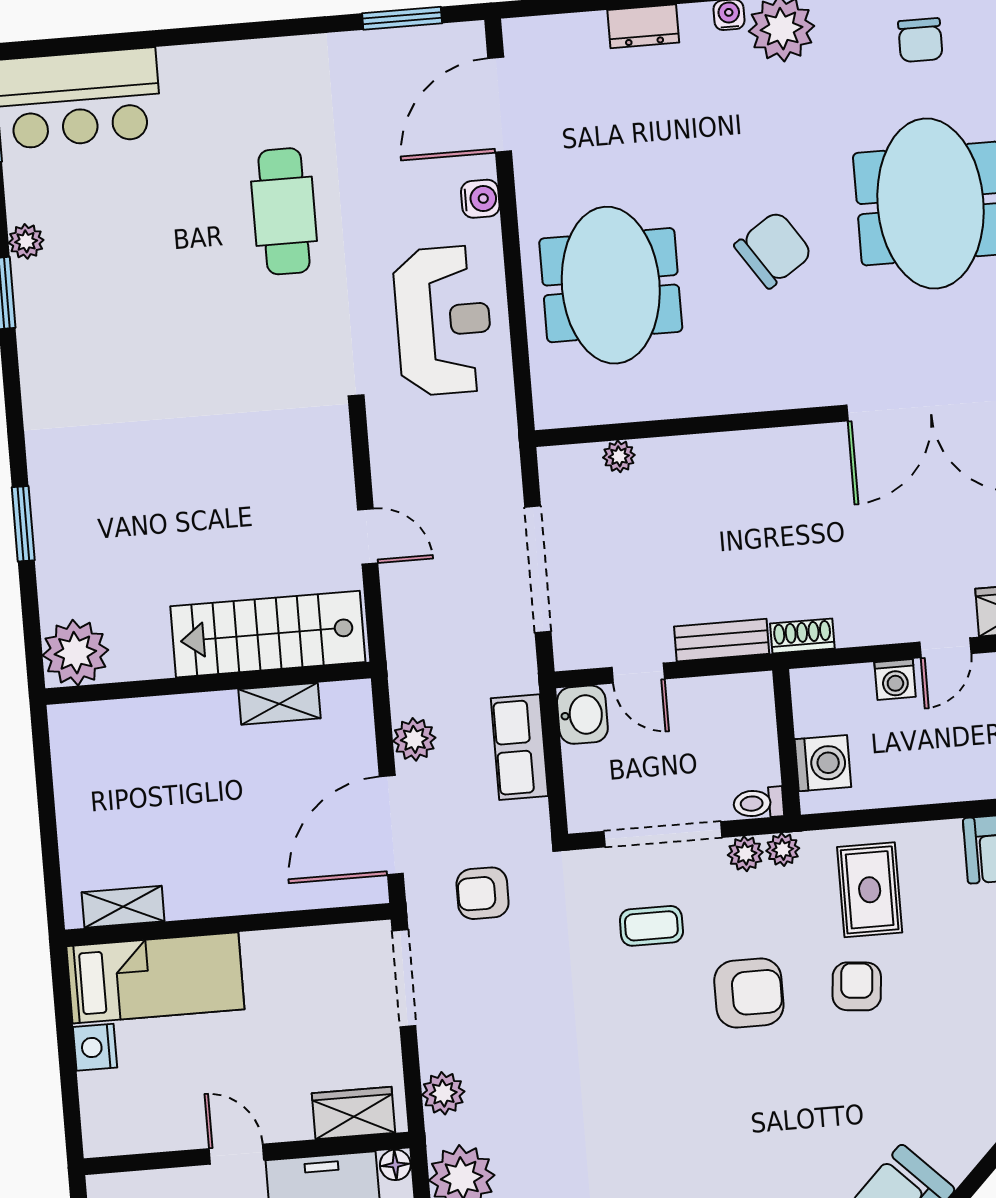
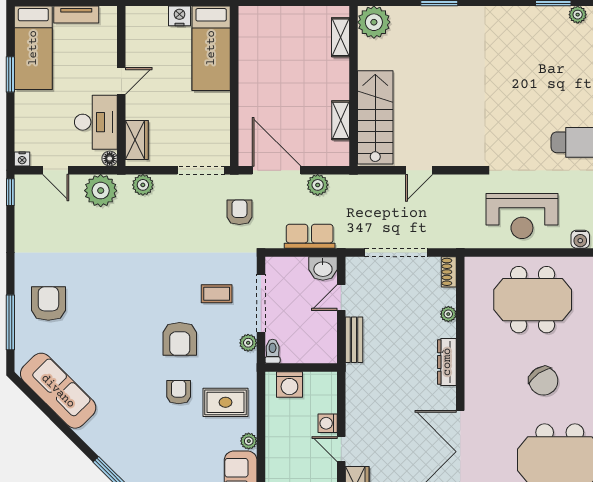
dresser: (751, 448) -> (447, 362), added
plant: (619, 456) -> (448, 314), moved
shoe rack: (802, 636) -> (449, 272), moved, turned 180
plant: (783, 850) -> (249, 441), moved
shelving: (123, 907) -> (340, 37), moved
coffee table: (651, 926) -> (217, 294), turned 90
armchair: (857, 986) -> (179, 392), turned -95

